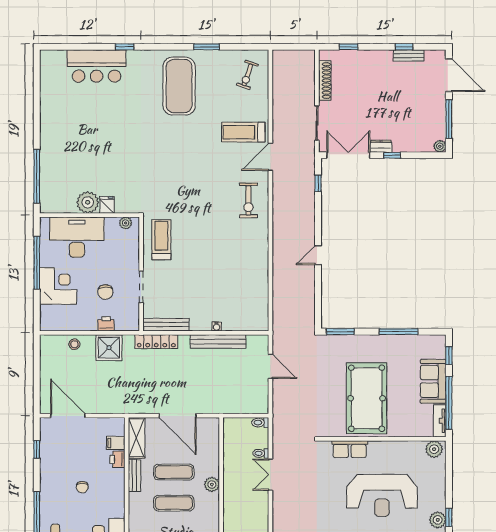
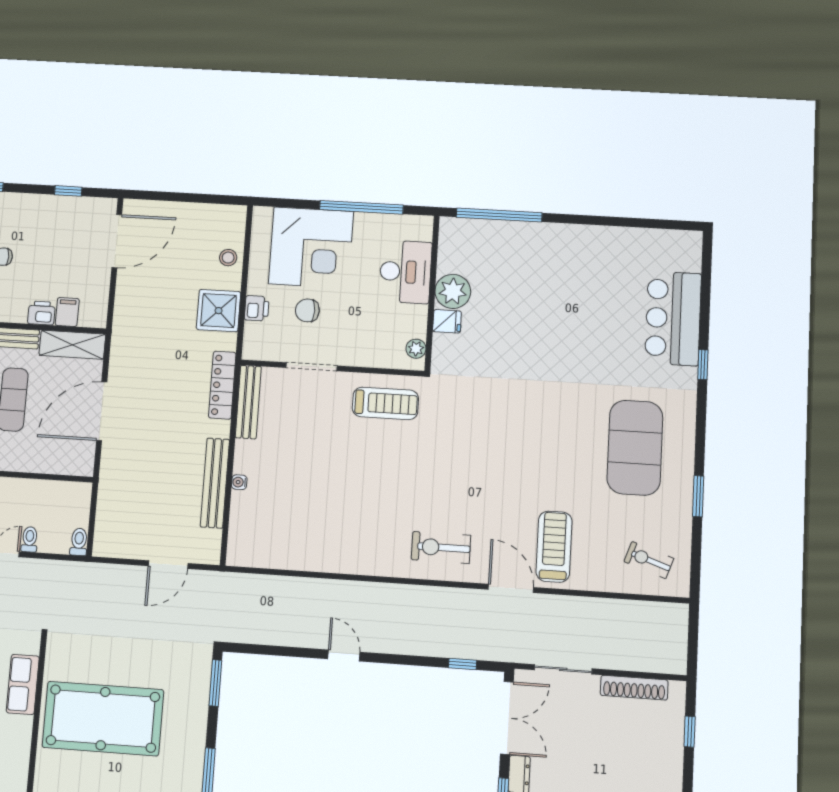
exercise mat: (179, 86) -> (635, 448), turned 90
desk: (77, 237) -> (405, 272), width x0.73, depth x0.77
corner desk: (58, 286) -> (311, 248), width x1.36, depth x1.36

